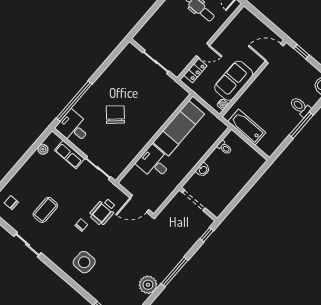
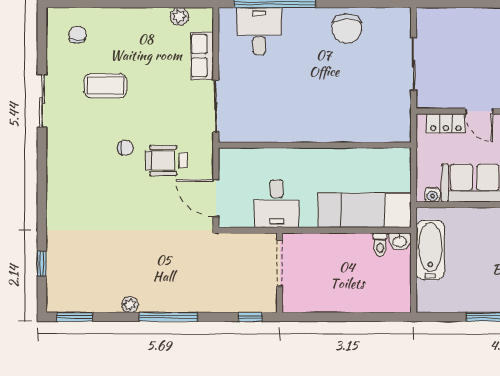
chair: (115, 115) -> (347, 28), moved, turned 132
desk: (73, 127) -> (259, 31), moved
exam couch: (179, 128) -> (364, 210), moved, turned 180
desk: (154, 163) -> (277, 204), moved, turned 180
washbasin: (203, 170) -> (400, 241), moved
side table: (84, 262) -> (82, 192), removed
plant: (148, 285) -> (130, 305), width x0.53, depth x0.53

